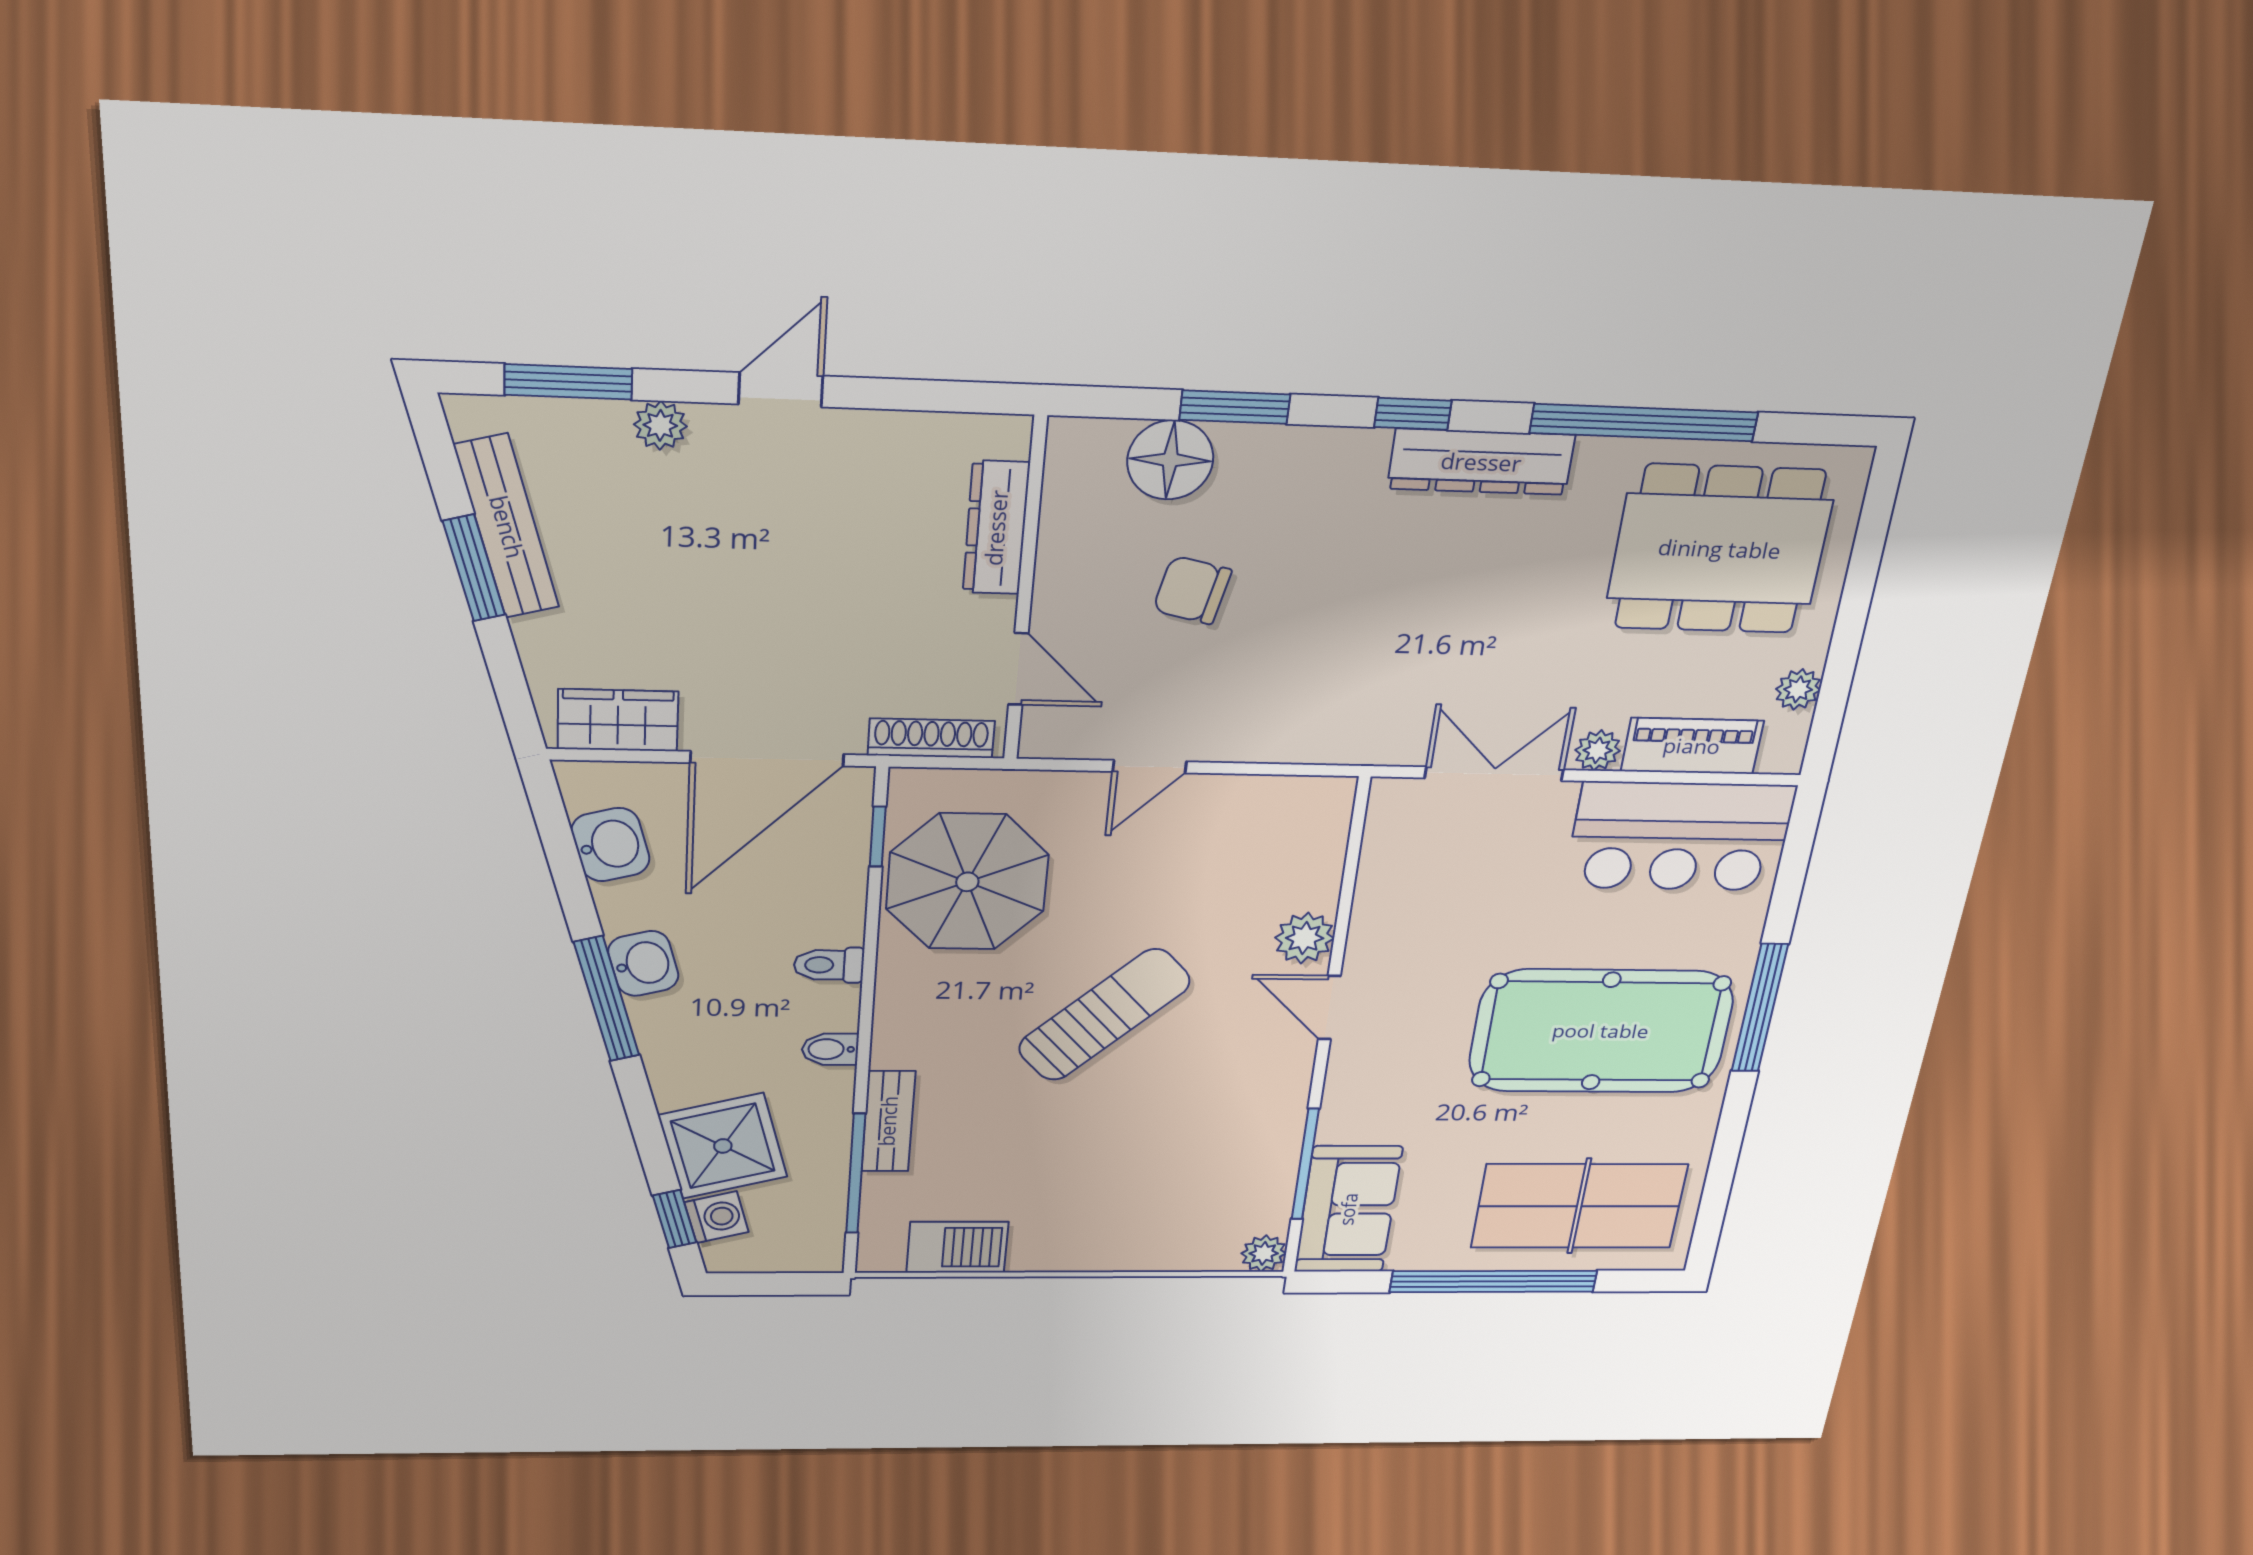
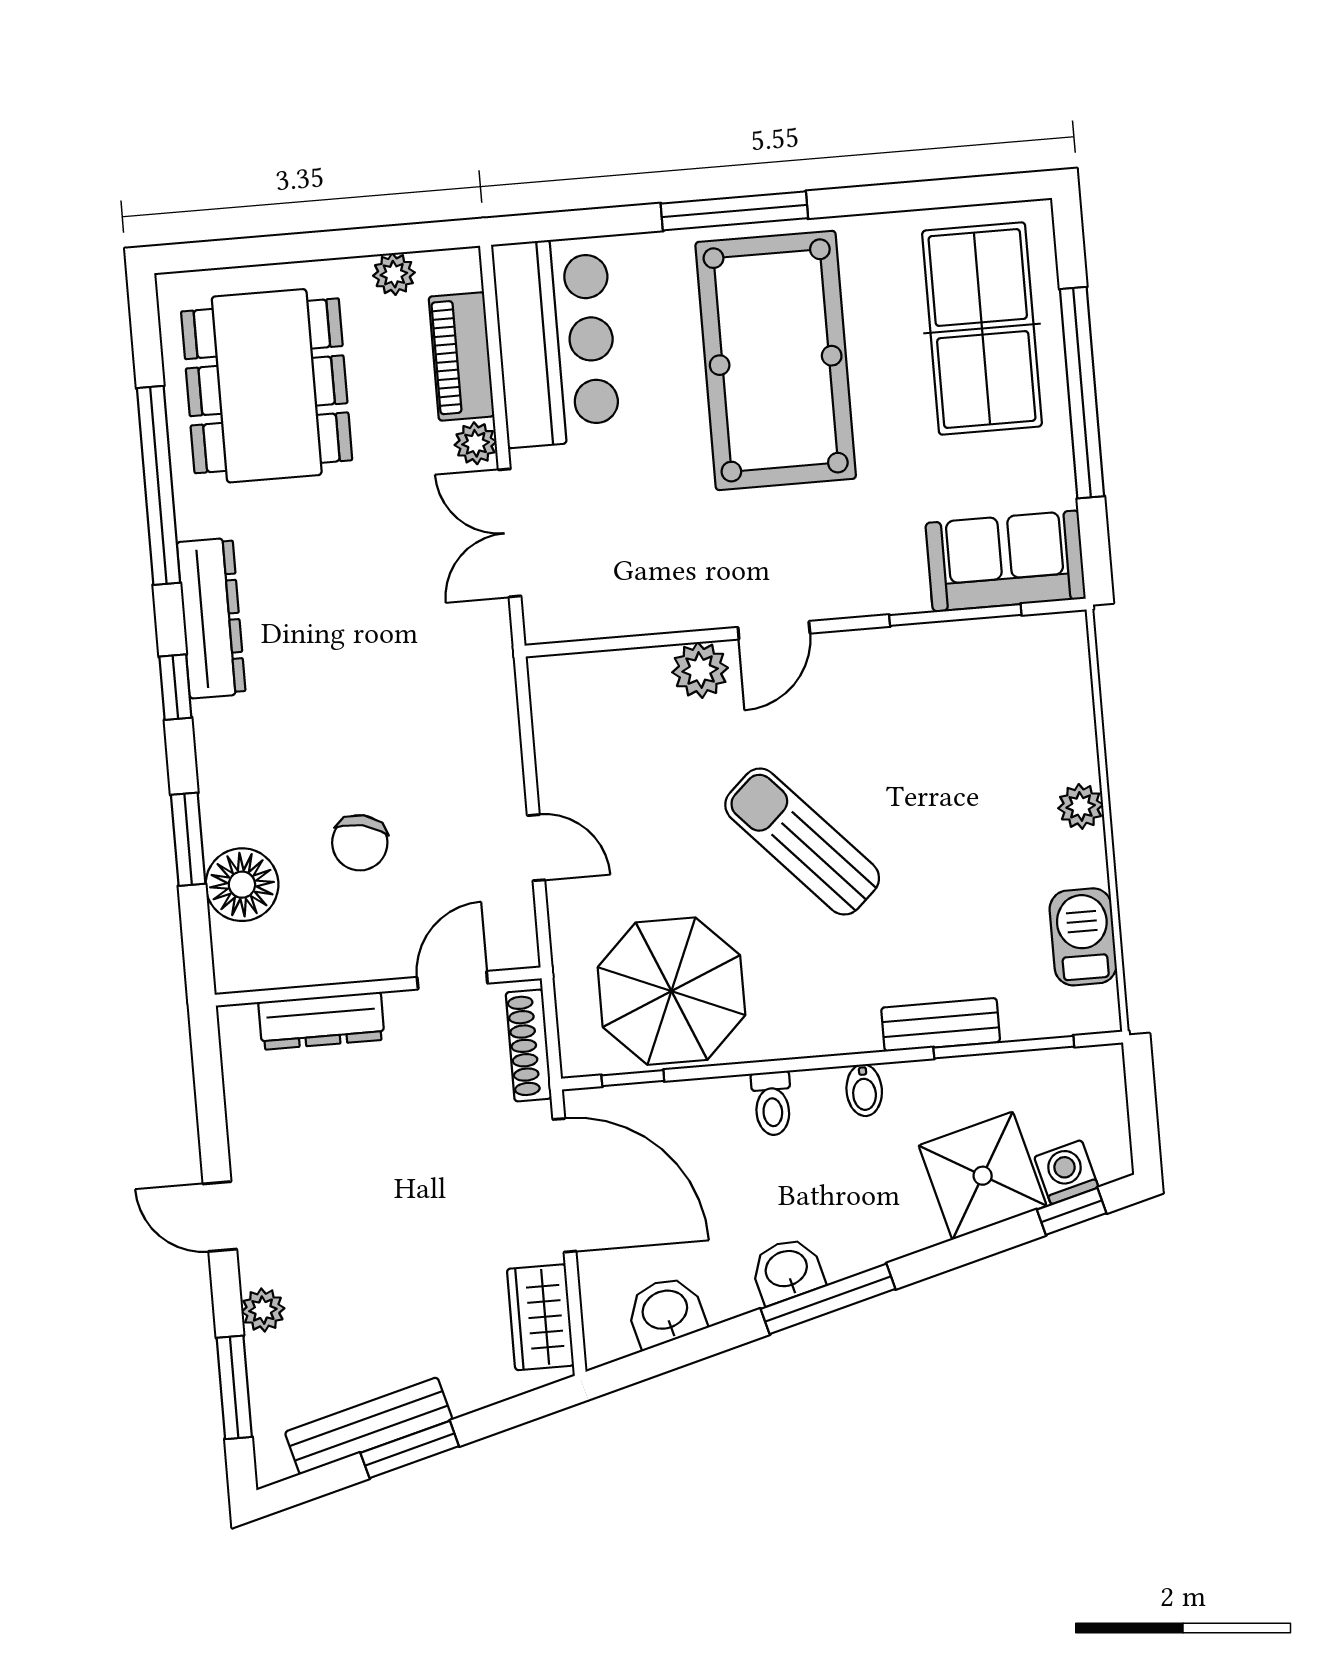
plant: (1264, 1253) -> (1081, 806), moved

